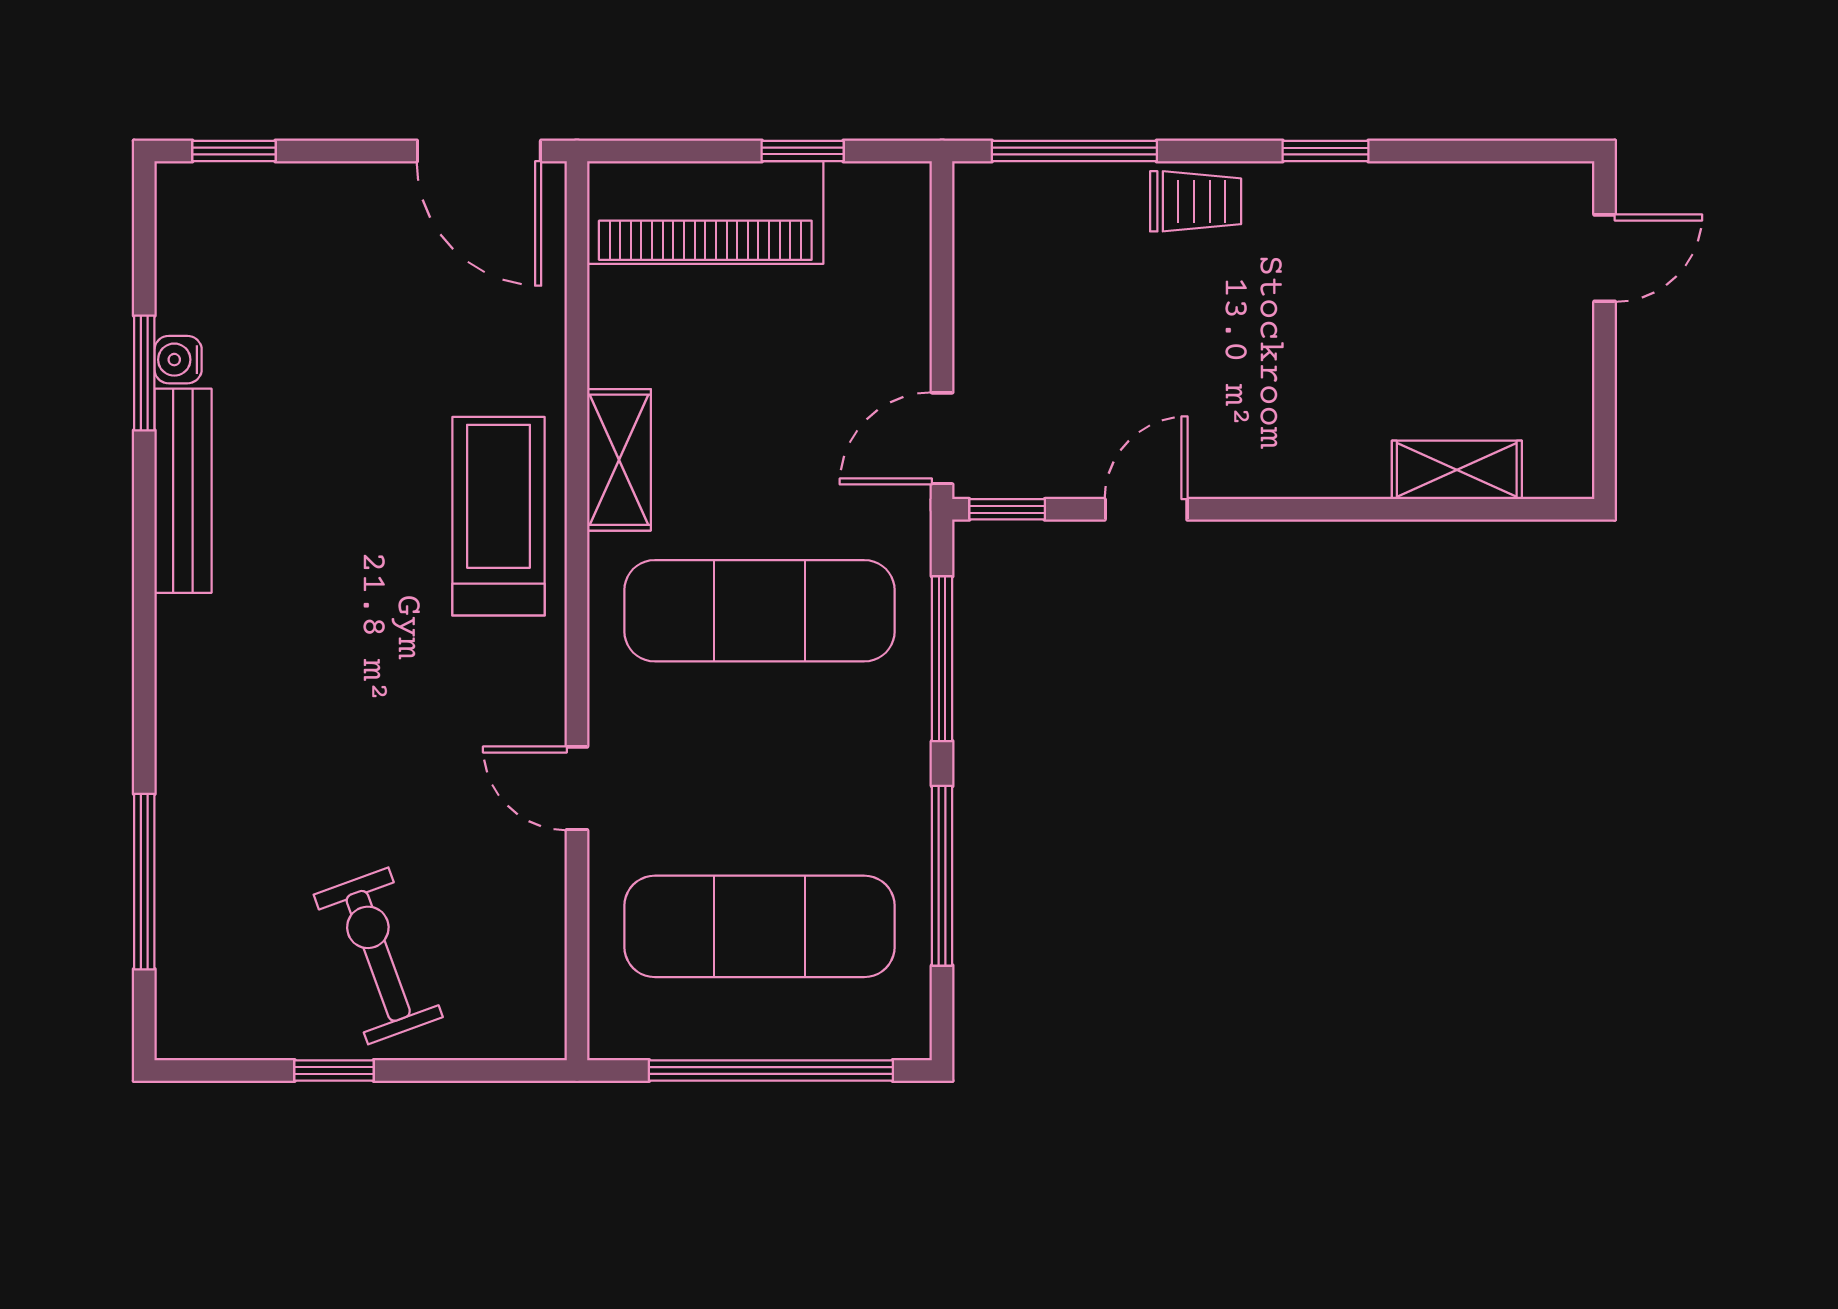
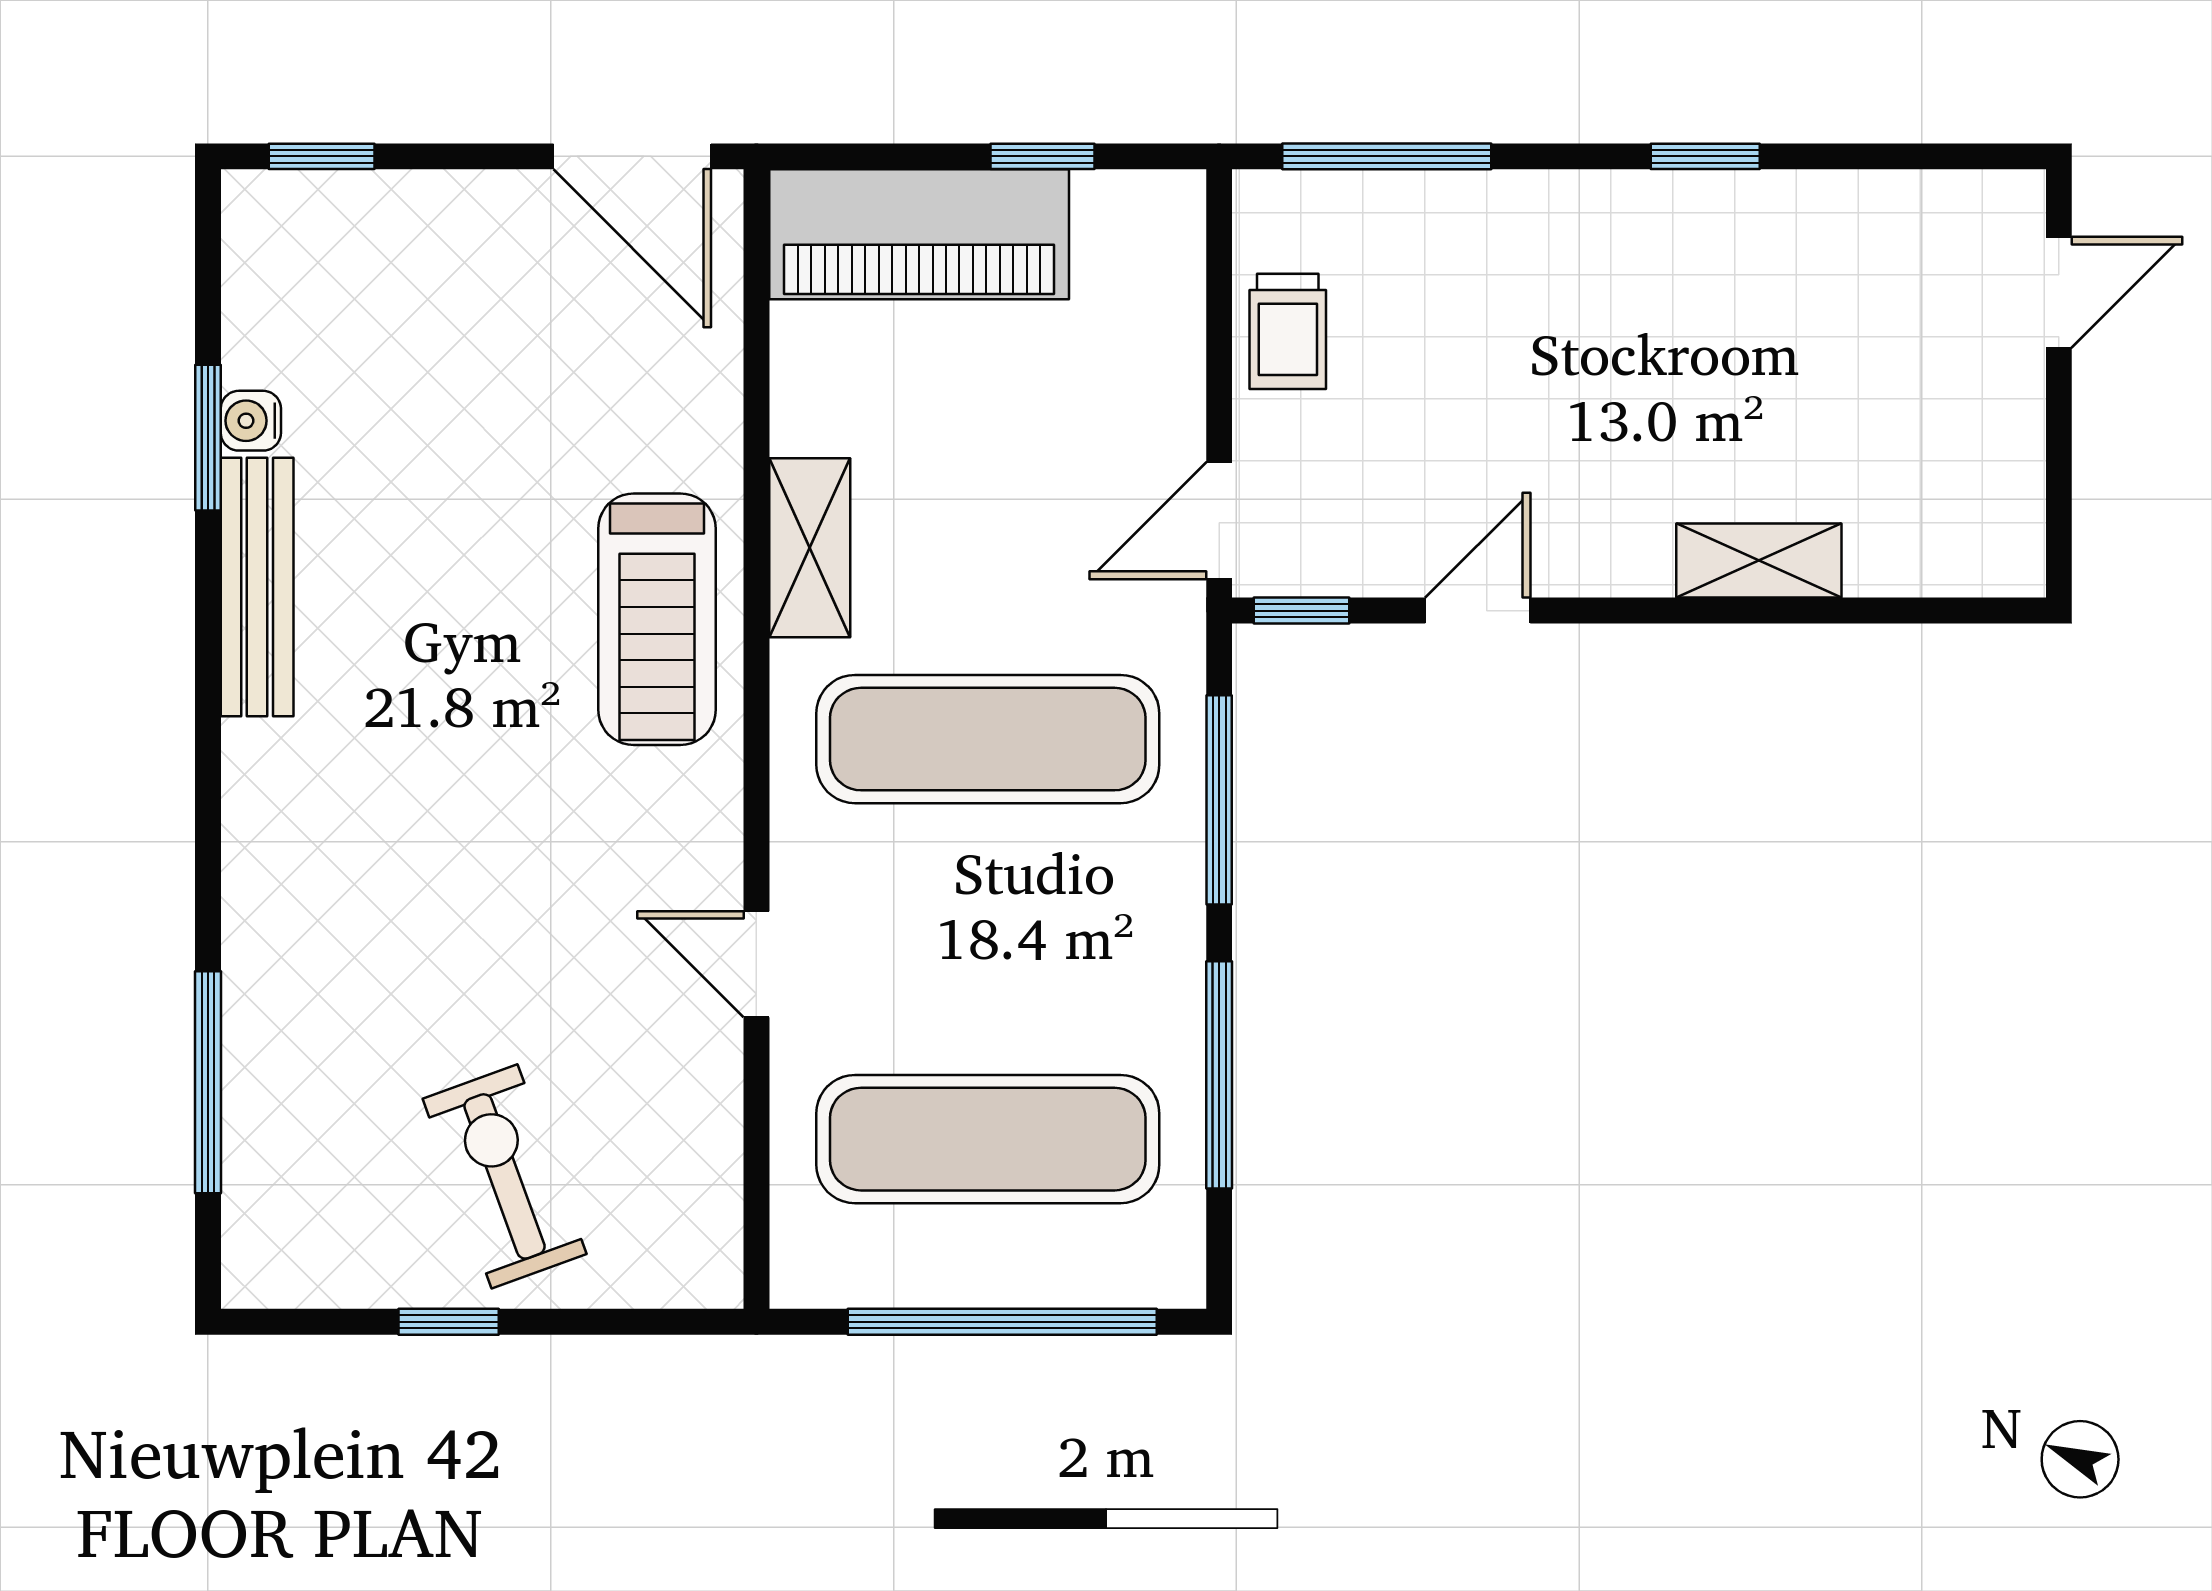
trolley: (1196, 201) -> (1288, 331), moved, turned 90
shelving: (1457, 470) -> (1759, 561), moved
treadmill: (498, 516) -> (657, 619), turned 180

